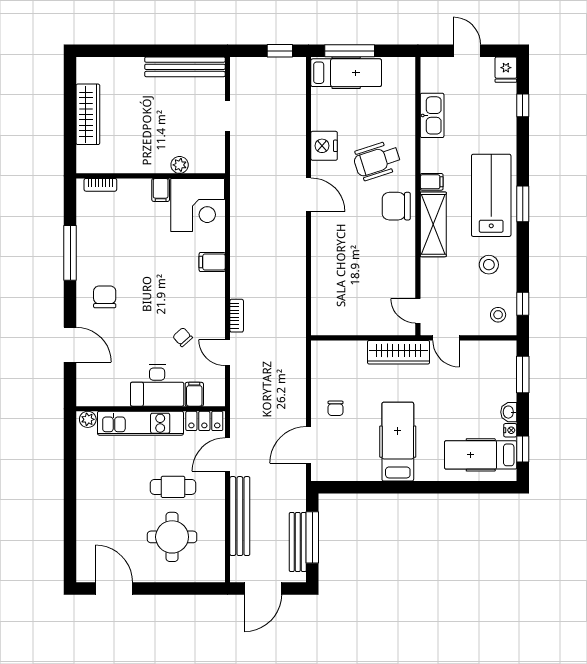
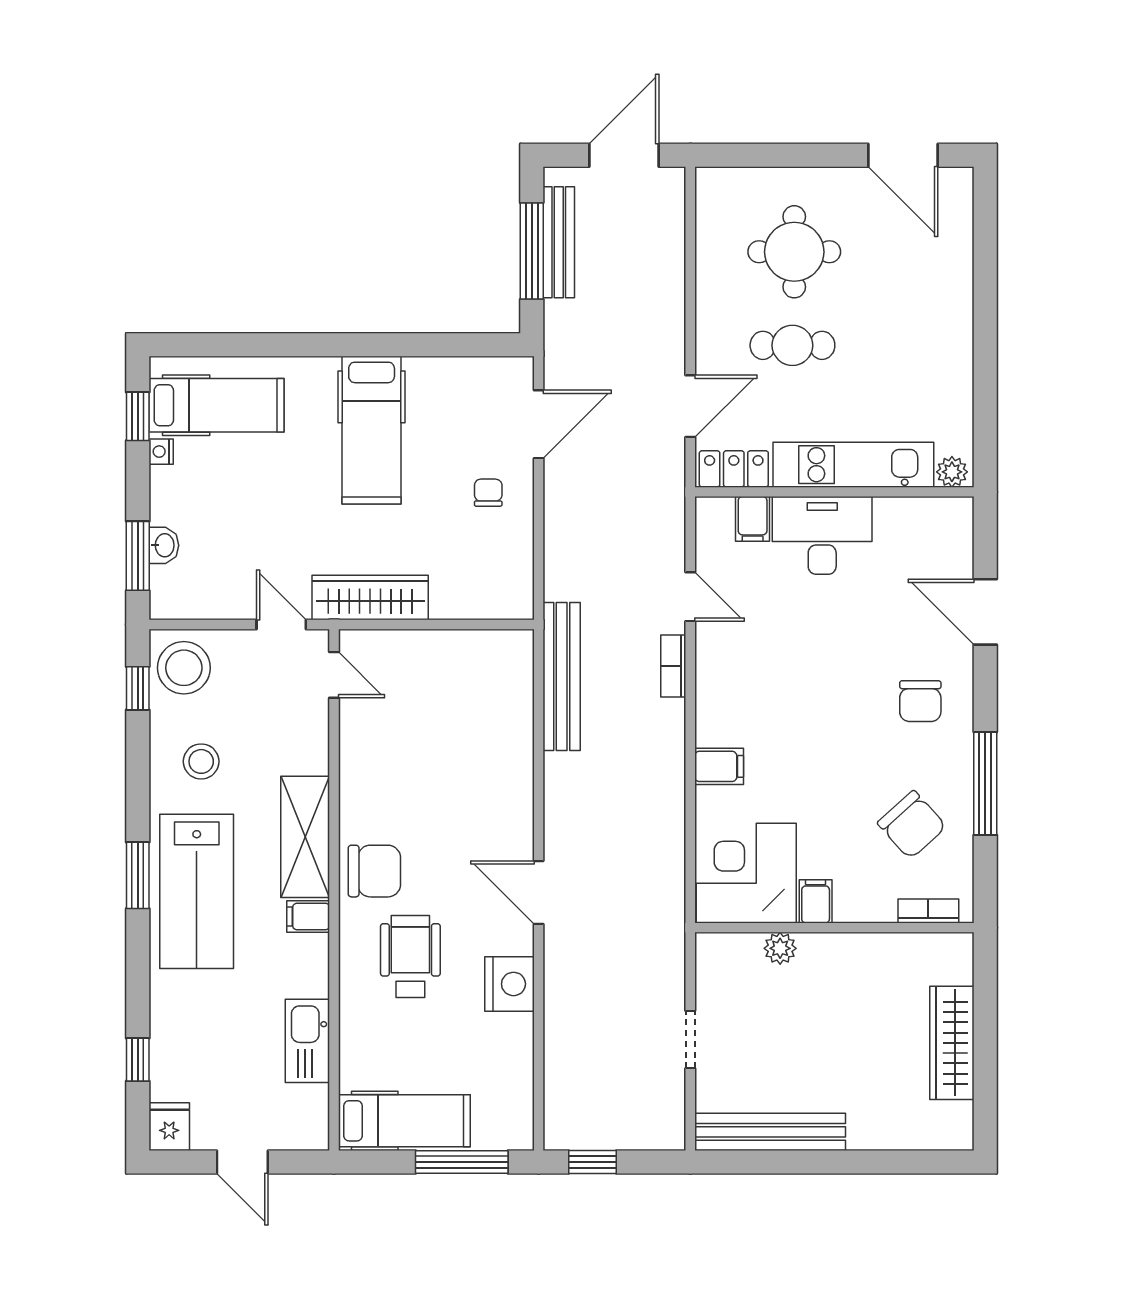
hospital bed: (346, 73) -> (404, 1121), moved, turned 180
wheelchair: (377, 161) -> (410, 956), turned -72
stool: (498, 315) -> (184, 668), width x1.89, depth x1.89
chair: (183, 337) -> (912, 825), moved, width x1.87, depth x1.87
washbasin: (509, 412) -> (164, 545), moved
bench: (240, 516) -> (562, 677), moved

